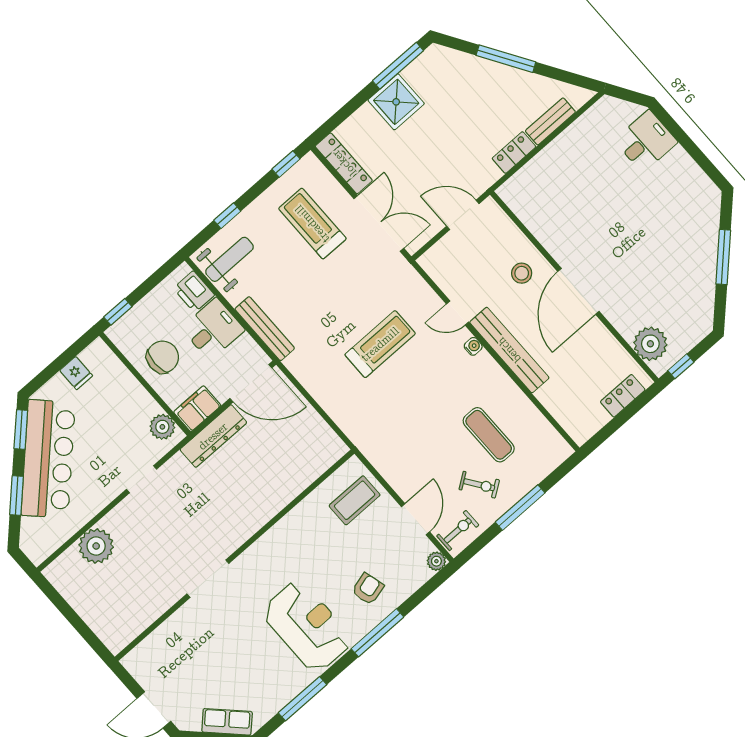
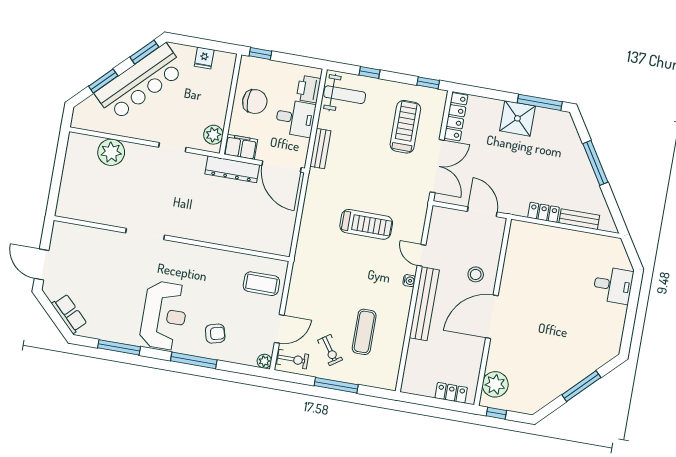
bench: (265, 329) -> (320, 149), width x0.73

